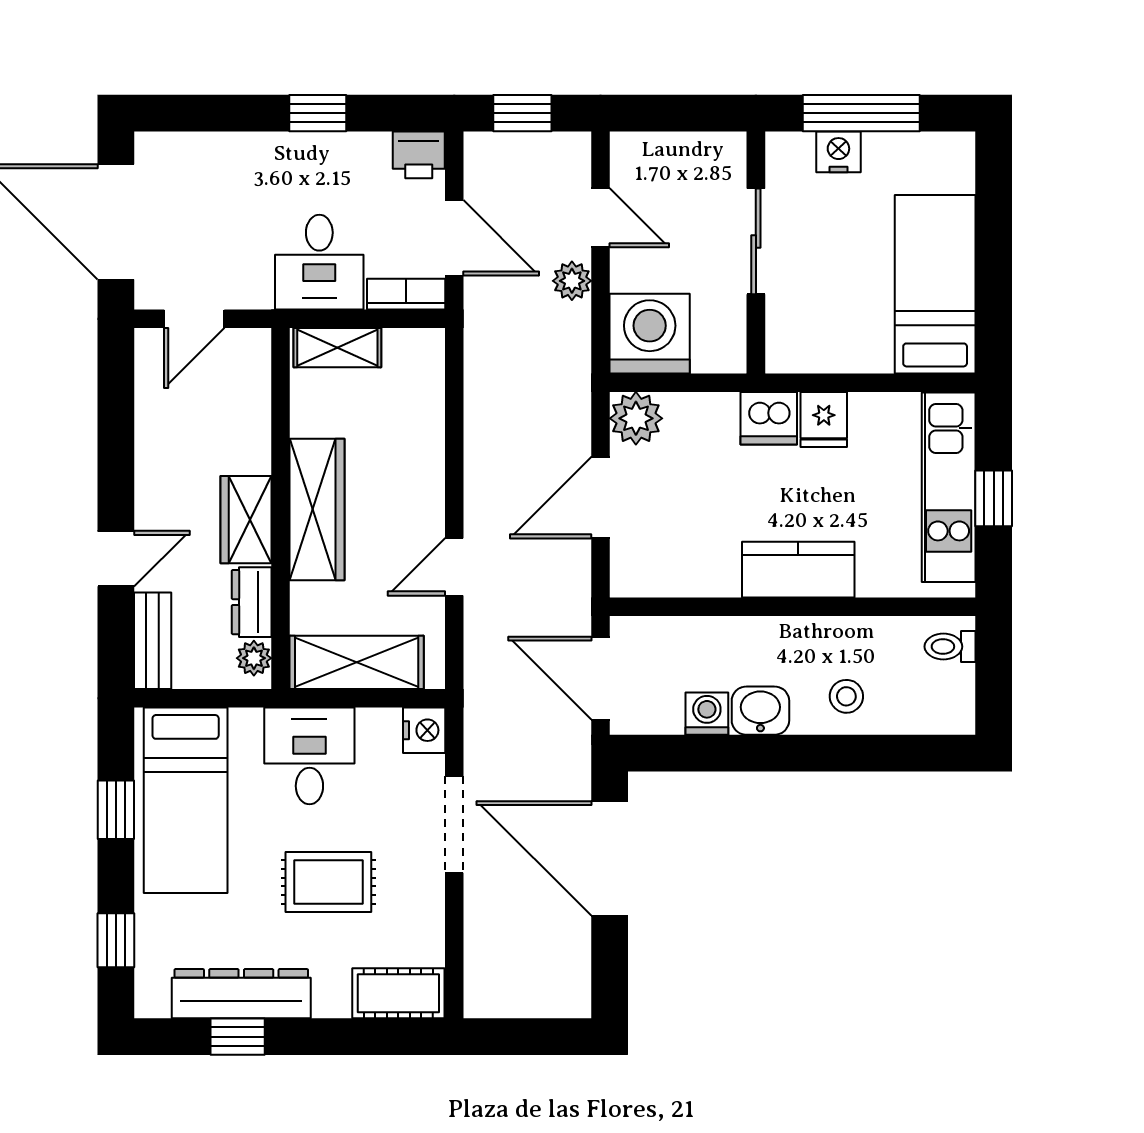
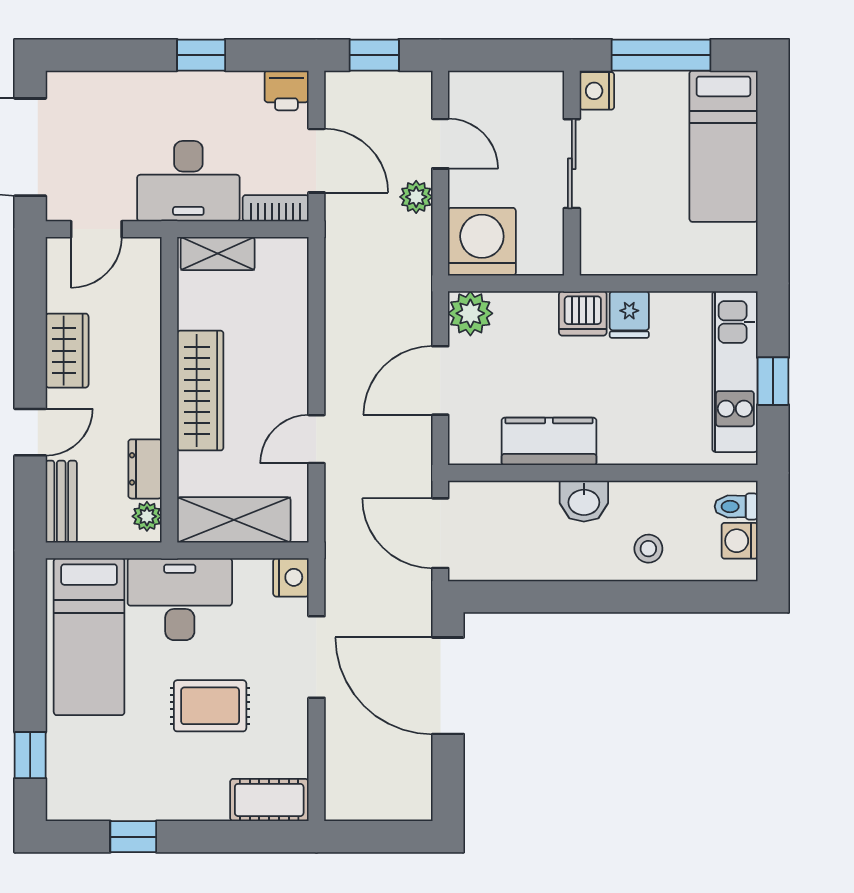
nightstand: (838, 152) -> (597, 91), moved, turned -90
desk: (319, 262) -> (188, 181), width x1.37
bed: (935, 284) -> (723, 146), moved, turned 180
wardrobe: (246, 520) -> (67, 351), moved, turned 180
kitchen counter: (798, 570) -> (549, 441), moved
washbasin: (760, 711) -> (584, 501), moved, turned 180
washing machine: (707, 714) -> (740, 541), moved, turned -90
desk: (309, 756) -> (180, 599), width x1.37
window: (116, 810) -> (30, 645), removed
dresser: (241, 994) -> (136, 800), removed

